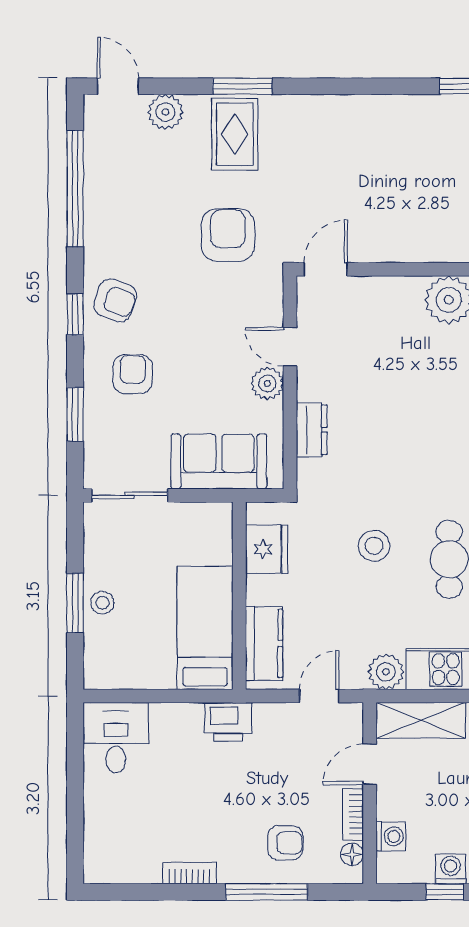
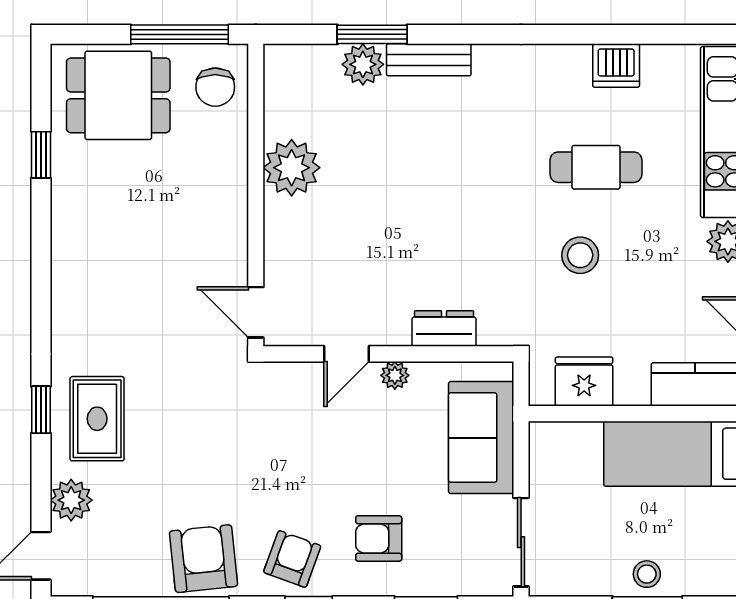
window: (243, 86) -> (41, 410), width x0.67
rug: (235, 134) -> (97, 419), turned 90
armchair: (228, 235) -> (203, 559), moved, turned 84
plant: (267, 383) -> (395, 375), width x0.73, depth x0.73

